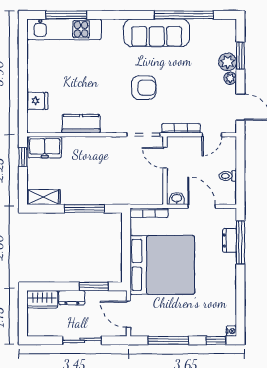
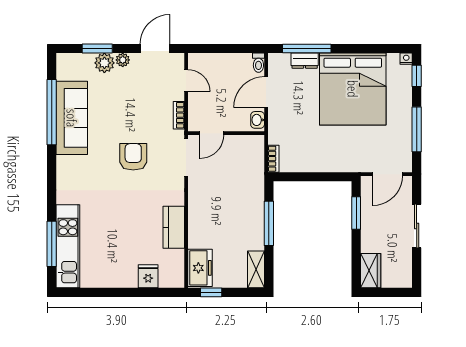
sofa: (157, 33) -> (72, 118), moved
bookcase: (181, 128) -> (179, 115), width x0.64
toilet: (228, 176) -> (258, 63), moved
bookcase: (149, 213) -> (273, 159), width x0.64
bed: (162, 265) -> (353, 89), moved, turned 180
dresser: (72, 298) -> (369, 238), removed

